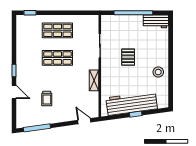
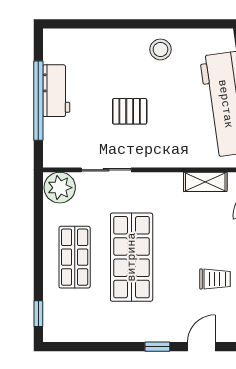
workbench: (156, 21) -> (56, 91), moved
plant: (91, 23) -> (60, 188), added
shop shelf: (57, 58) -> (132, 257), width x1.43, depth x1.36
shelving: (94, 80) -> (205, 182), moved

